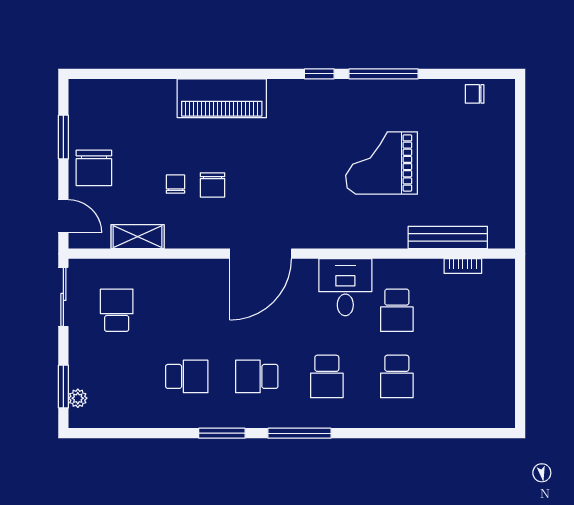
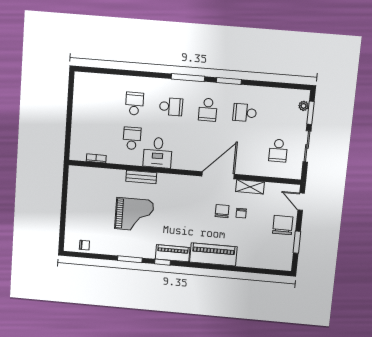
window: (384, 74) -> (130, 259), width x0.69
piano: (301, 93) -> (173, 253), added
shelving: (138, 237) -> (250, 187), moved
bench: (448, 237) -> (141, 177), moved, width x0.73
door: (261, 254) -> (218, 175), moved
sliding door: (63, 297) -> (307, 146), moved
school desk: (257, 376) -> (208, 110), turned 90
school desk: (327, 376) -> (171, 107), turned 90

